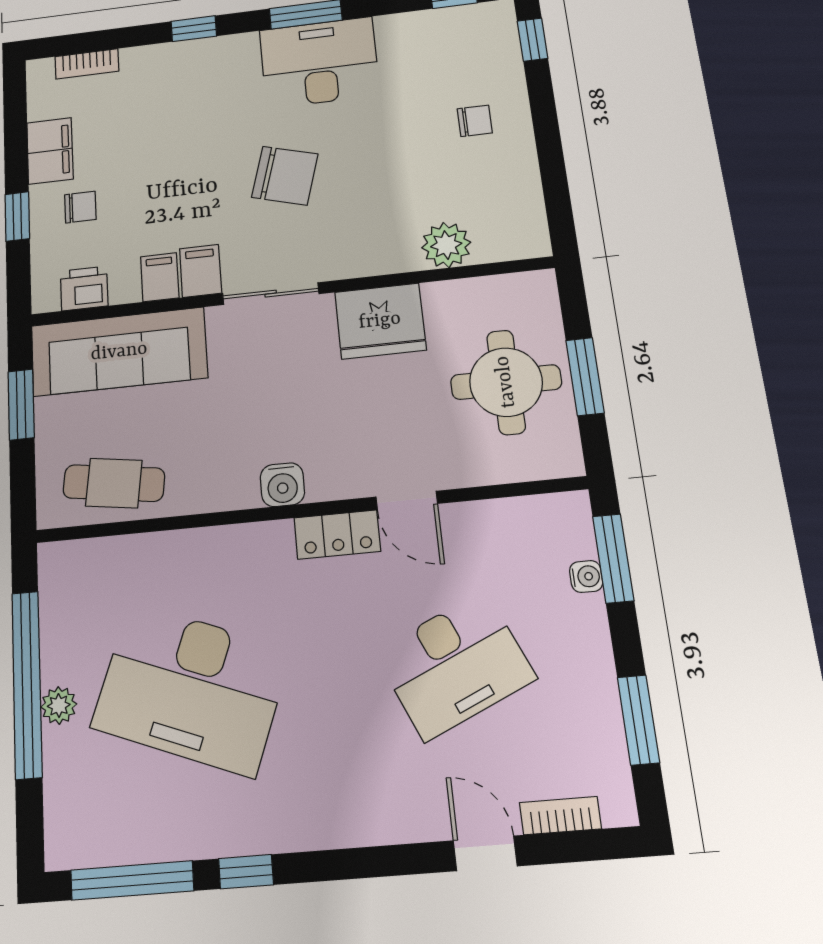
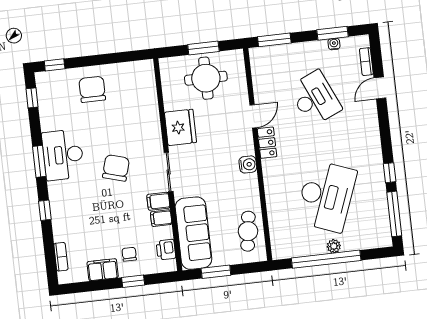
chair: (475, 121) -> (92, 89), width x1.87, depth x1.87
plant: (446, 245) -> (148, 101), removed
water cooler: (586, 577) -> (334, 44), moved

